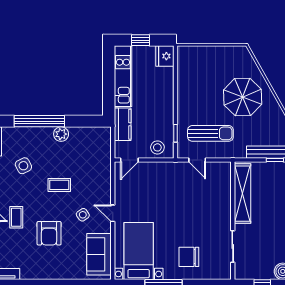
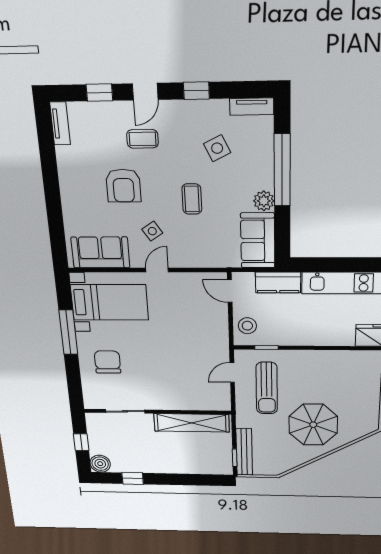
sofa: (90, 139) -> (258, 240), added
armchair: (49, 233) -> (123, 186), turned -90

